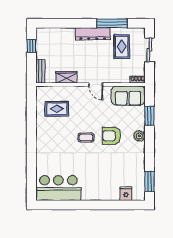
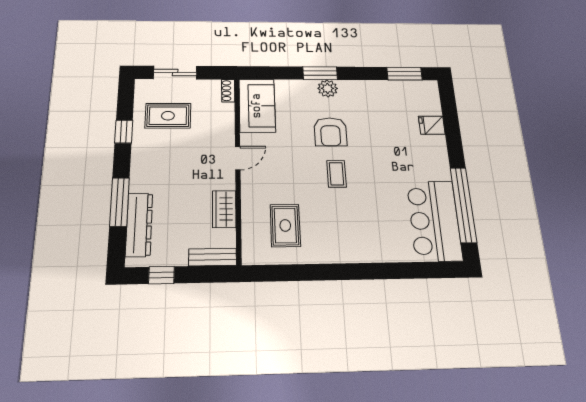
window: (71, 23) -> (120, 202), added
window: (112, 23) -> (124, 132), width x0.46
dresser: (93, 34) -> (139, 225), moved
window: (149, 116) -> (320, 73), moved
fridge: (126, 194) -> (432, 125), moved
window: (67, 205) -> (463, 205), added

